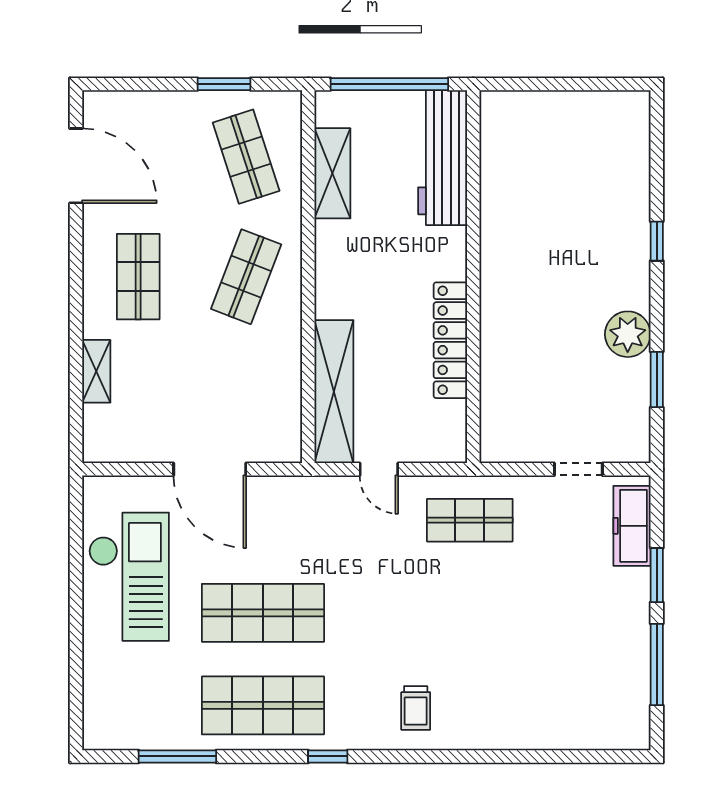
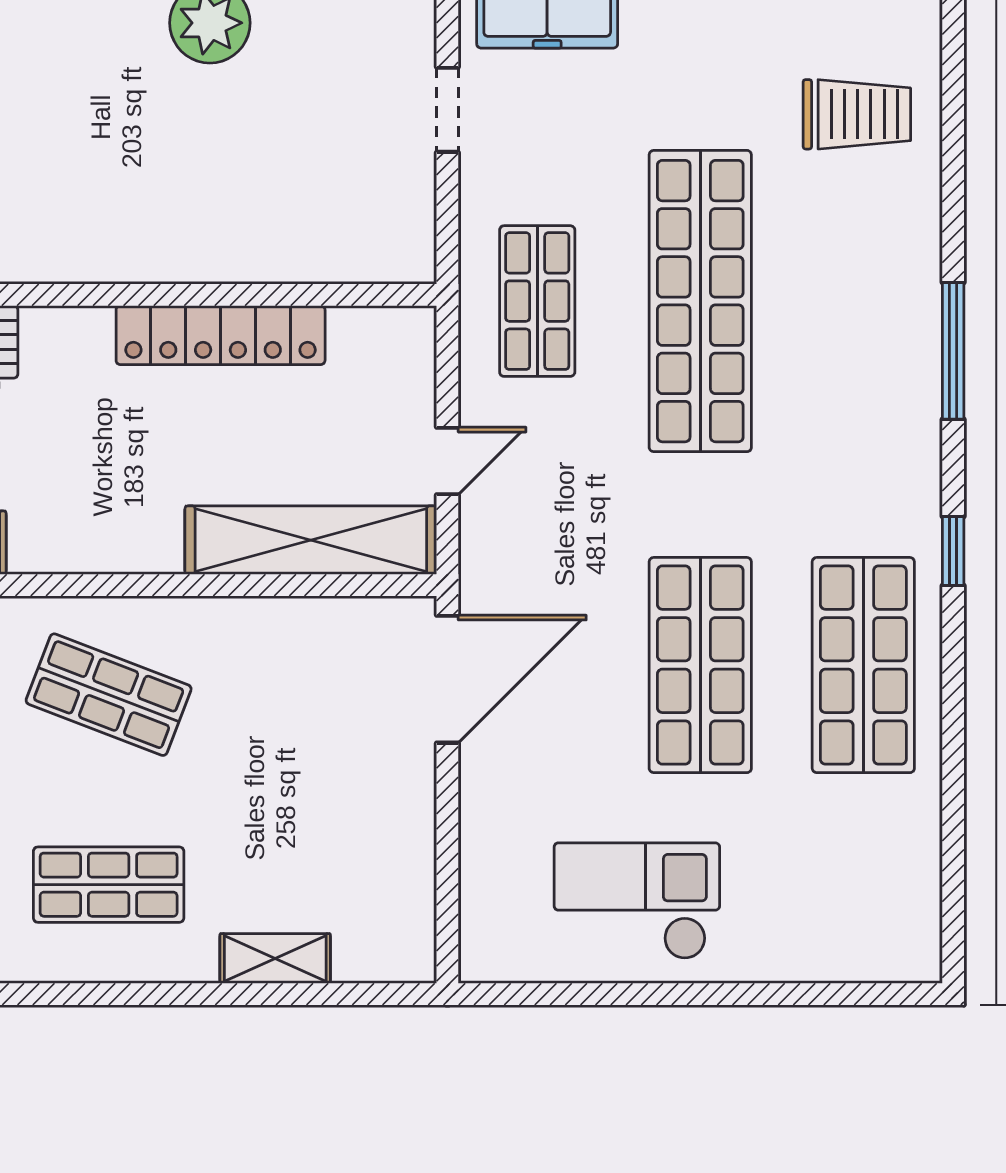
door: (210, 469) -> (447, 679), moved
checkout: (129, 577) -> (637, 901), width x0.73, depth x0.83
shop shelf: (470, 613) -> (700, 301), added
trolley: (416, 708) -> (857, 114), moved, width x1.36, depth x1.39
window: (177, 756) -> (953, 351), moved

